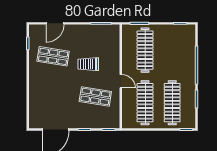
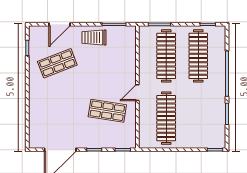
shop shelf: (53, 56) -> (57, 63), turned -30
trolley: (88, 64) -> (94, 37), moved
door: (121, 81) -> (137, 93), swing flipped
clothes rail: (172, 103) -> (198, 56), moved

